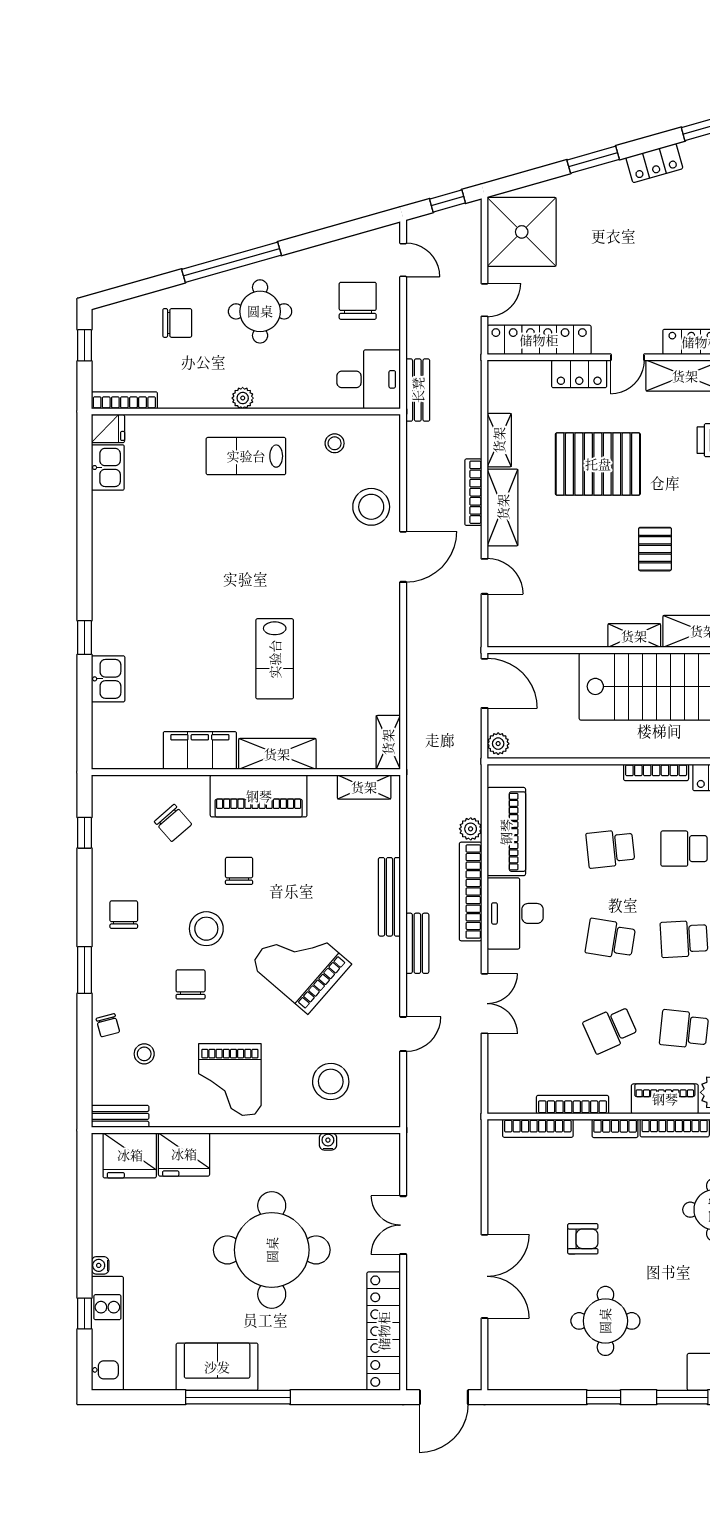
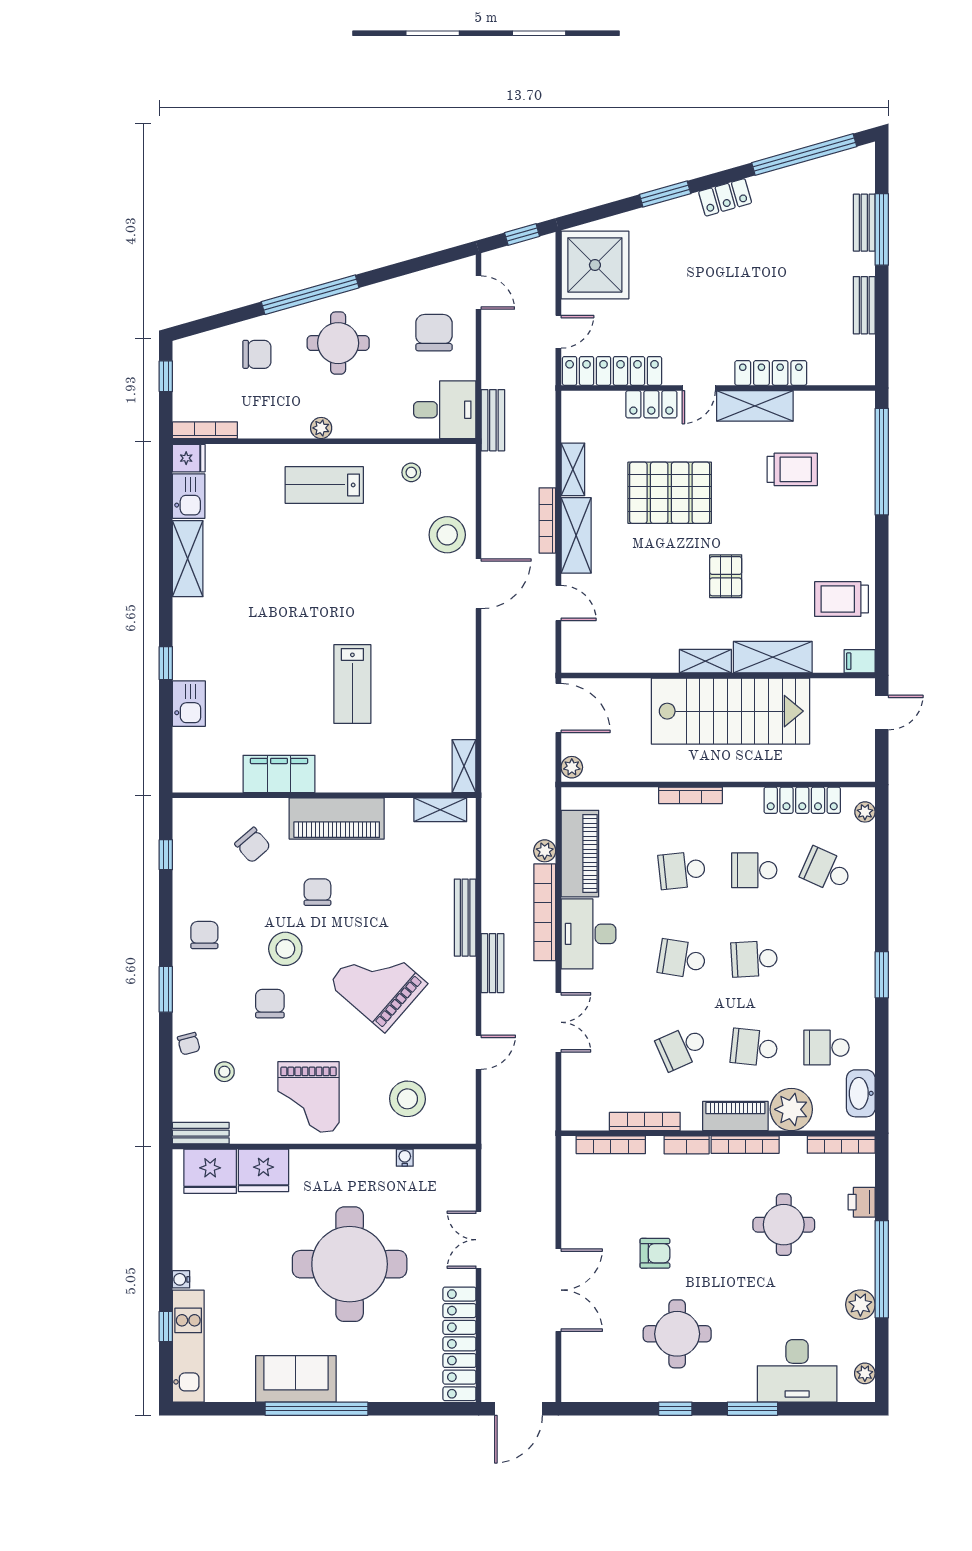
shelving: (277, 754) -> (188, 559), moved, turned 90
bookcase: (656, 772) -> (691, 795), moved

